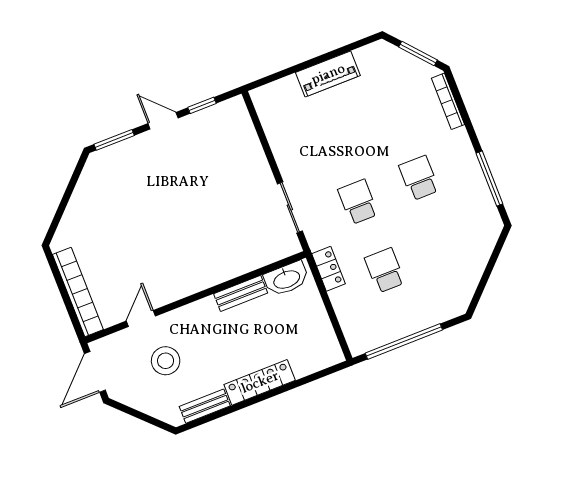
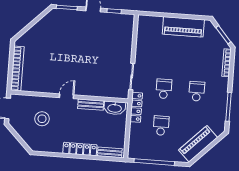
piano: (328, 74) -> (183, 27), width x1.37, depth x1.33
locker: (329, 269) -> (136, 107), width x1.53
piano: (467, 271) -> (198, 144), added
door: (141, 319) -> (66, 96), moved
bench: (205, 406) -> (110, 152), moved

